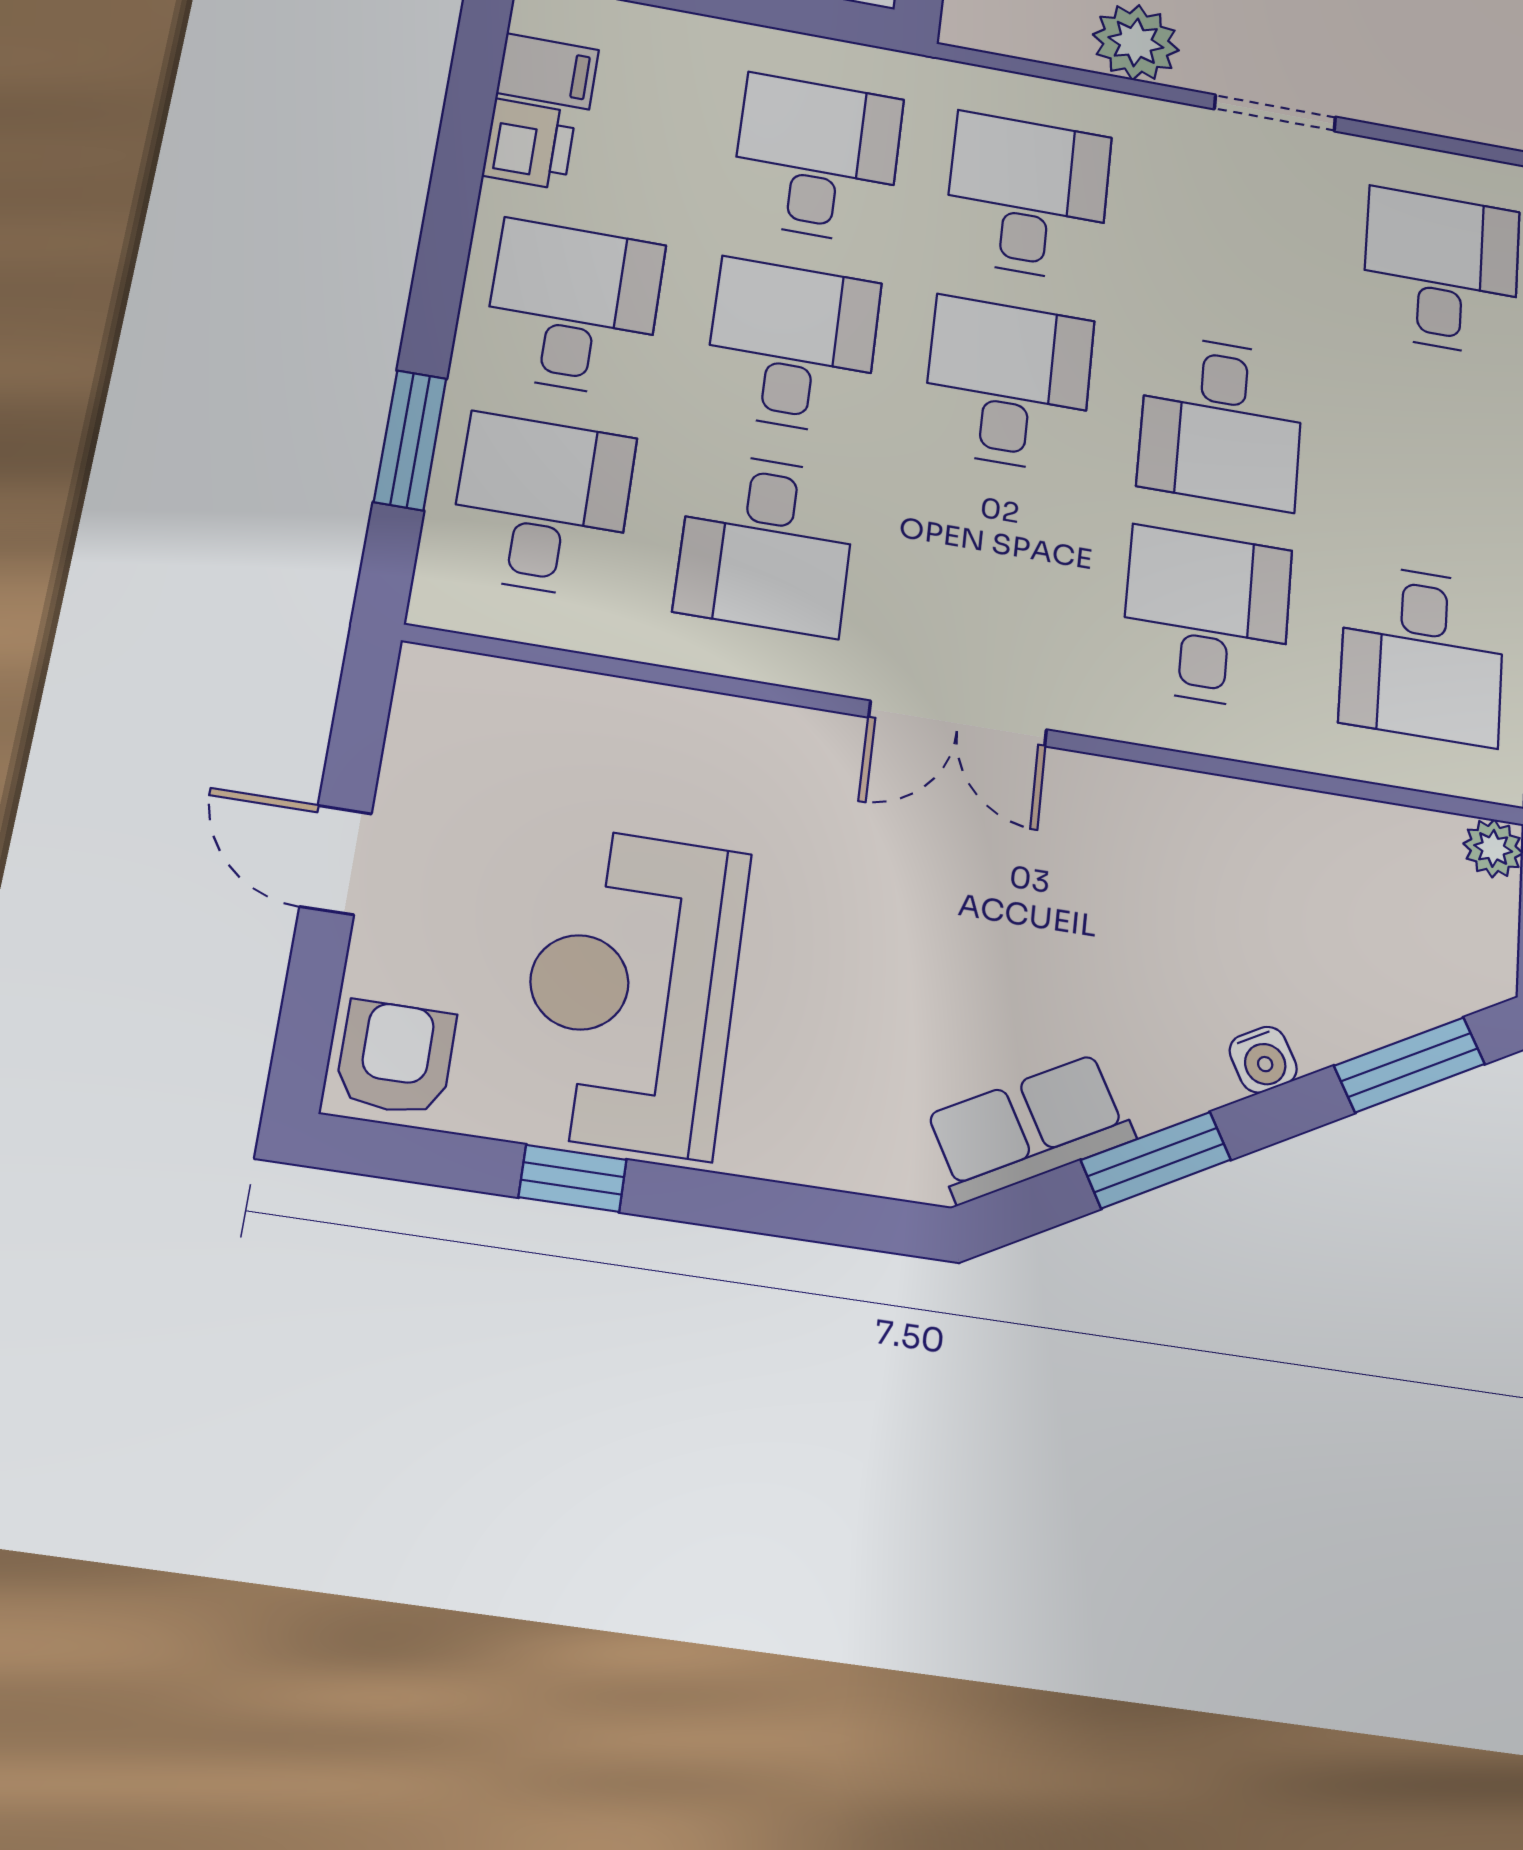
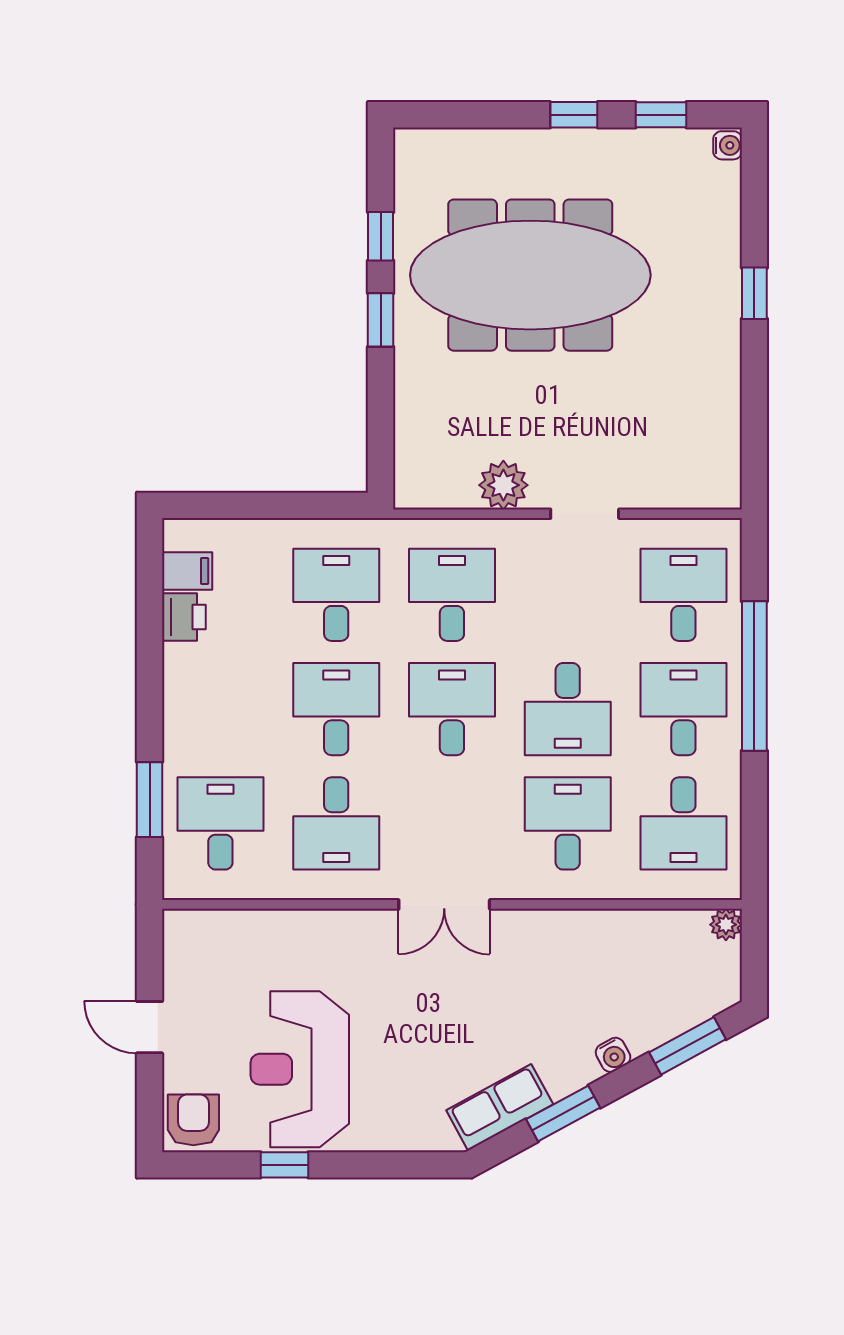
desk: (573, 308) -> (683, 709), moved

